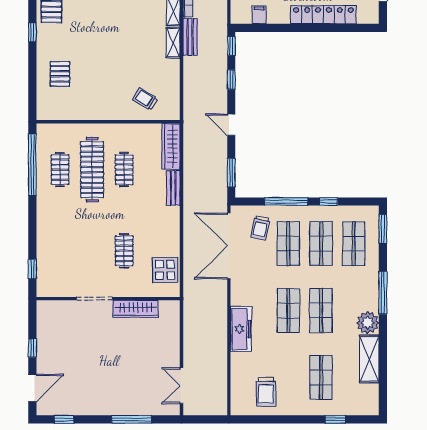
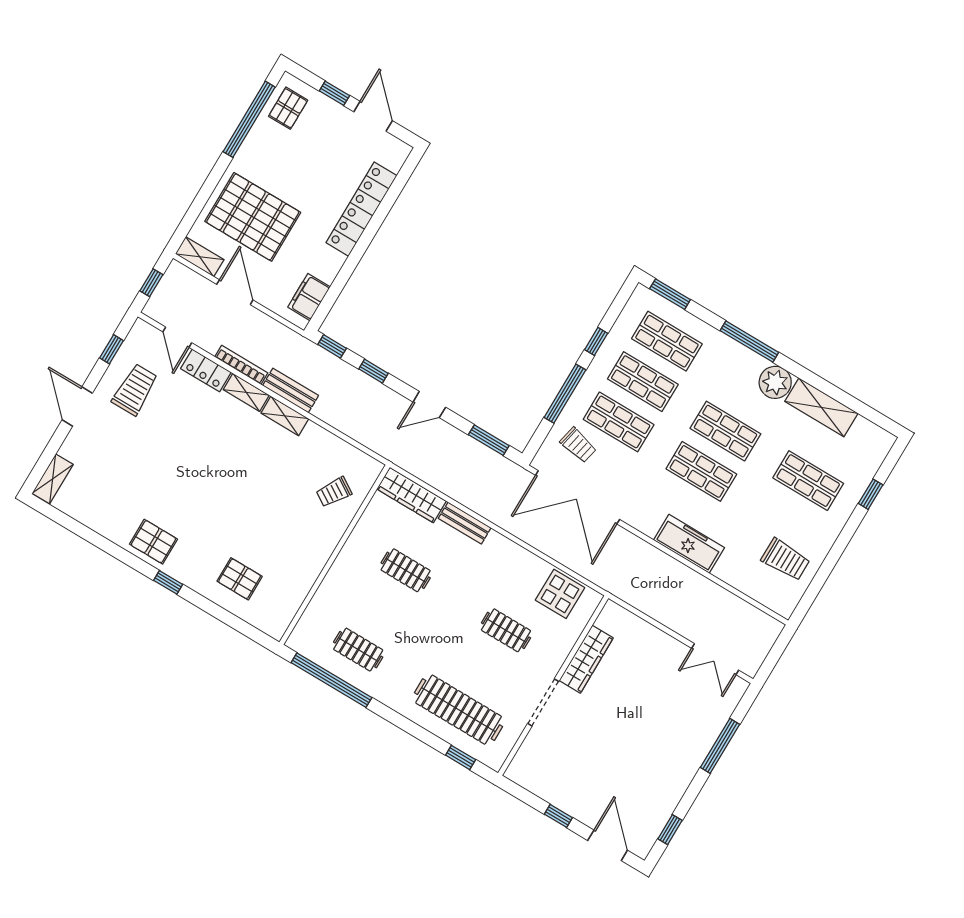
filing cabinet: (259, 15) -> (309, 297), width x2.00
clothes rail: (92, 170) -> (459, 710), moved

